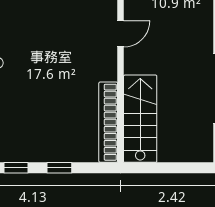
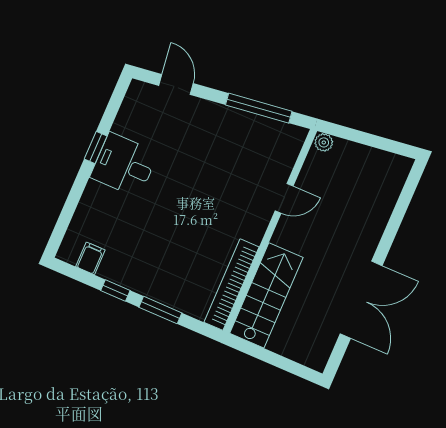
window: (59, 168) -> (160, 310), width x1.50

